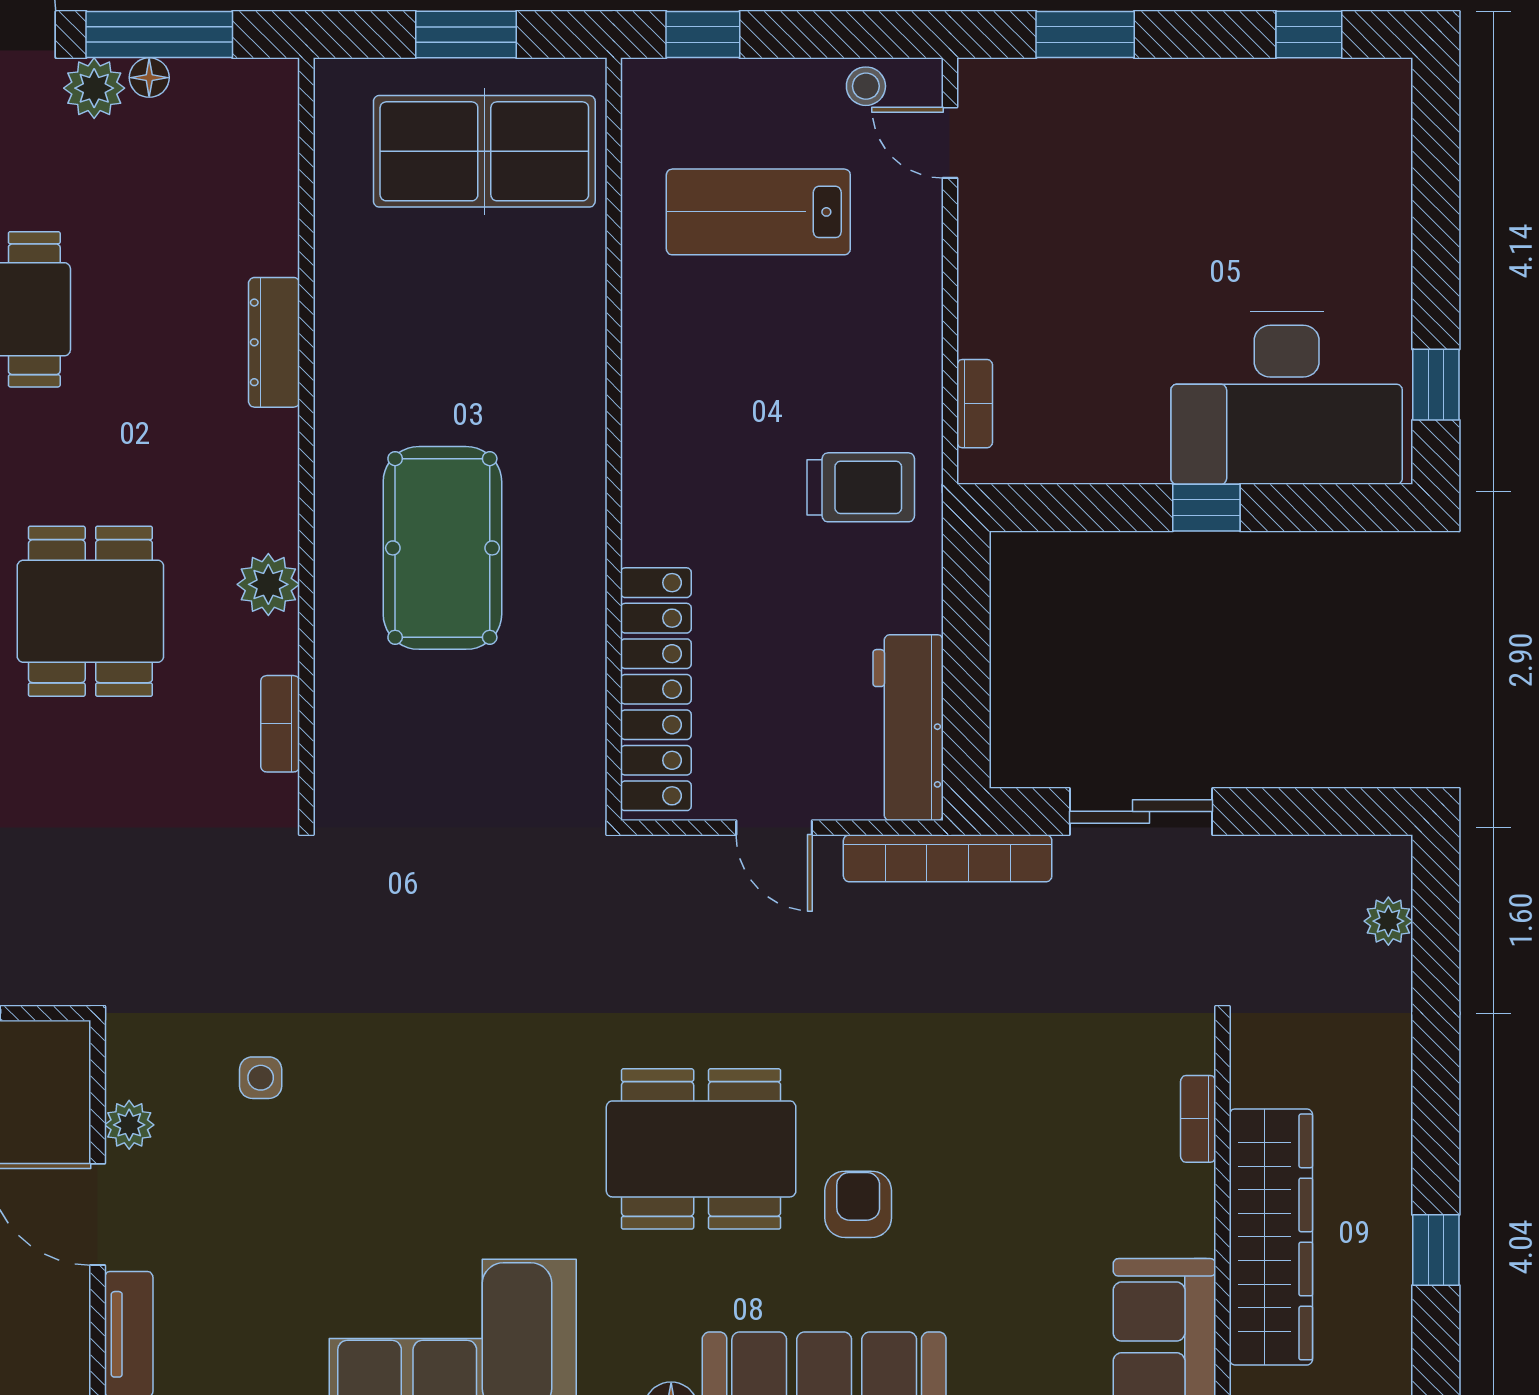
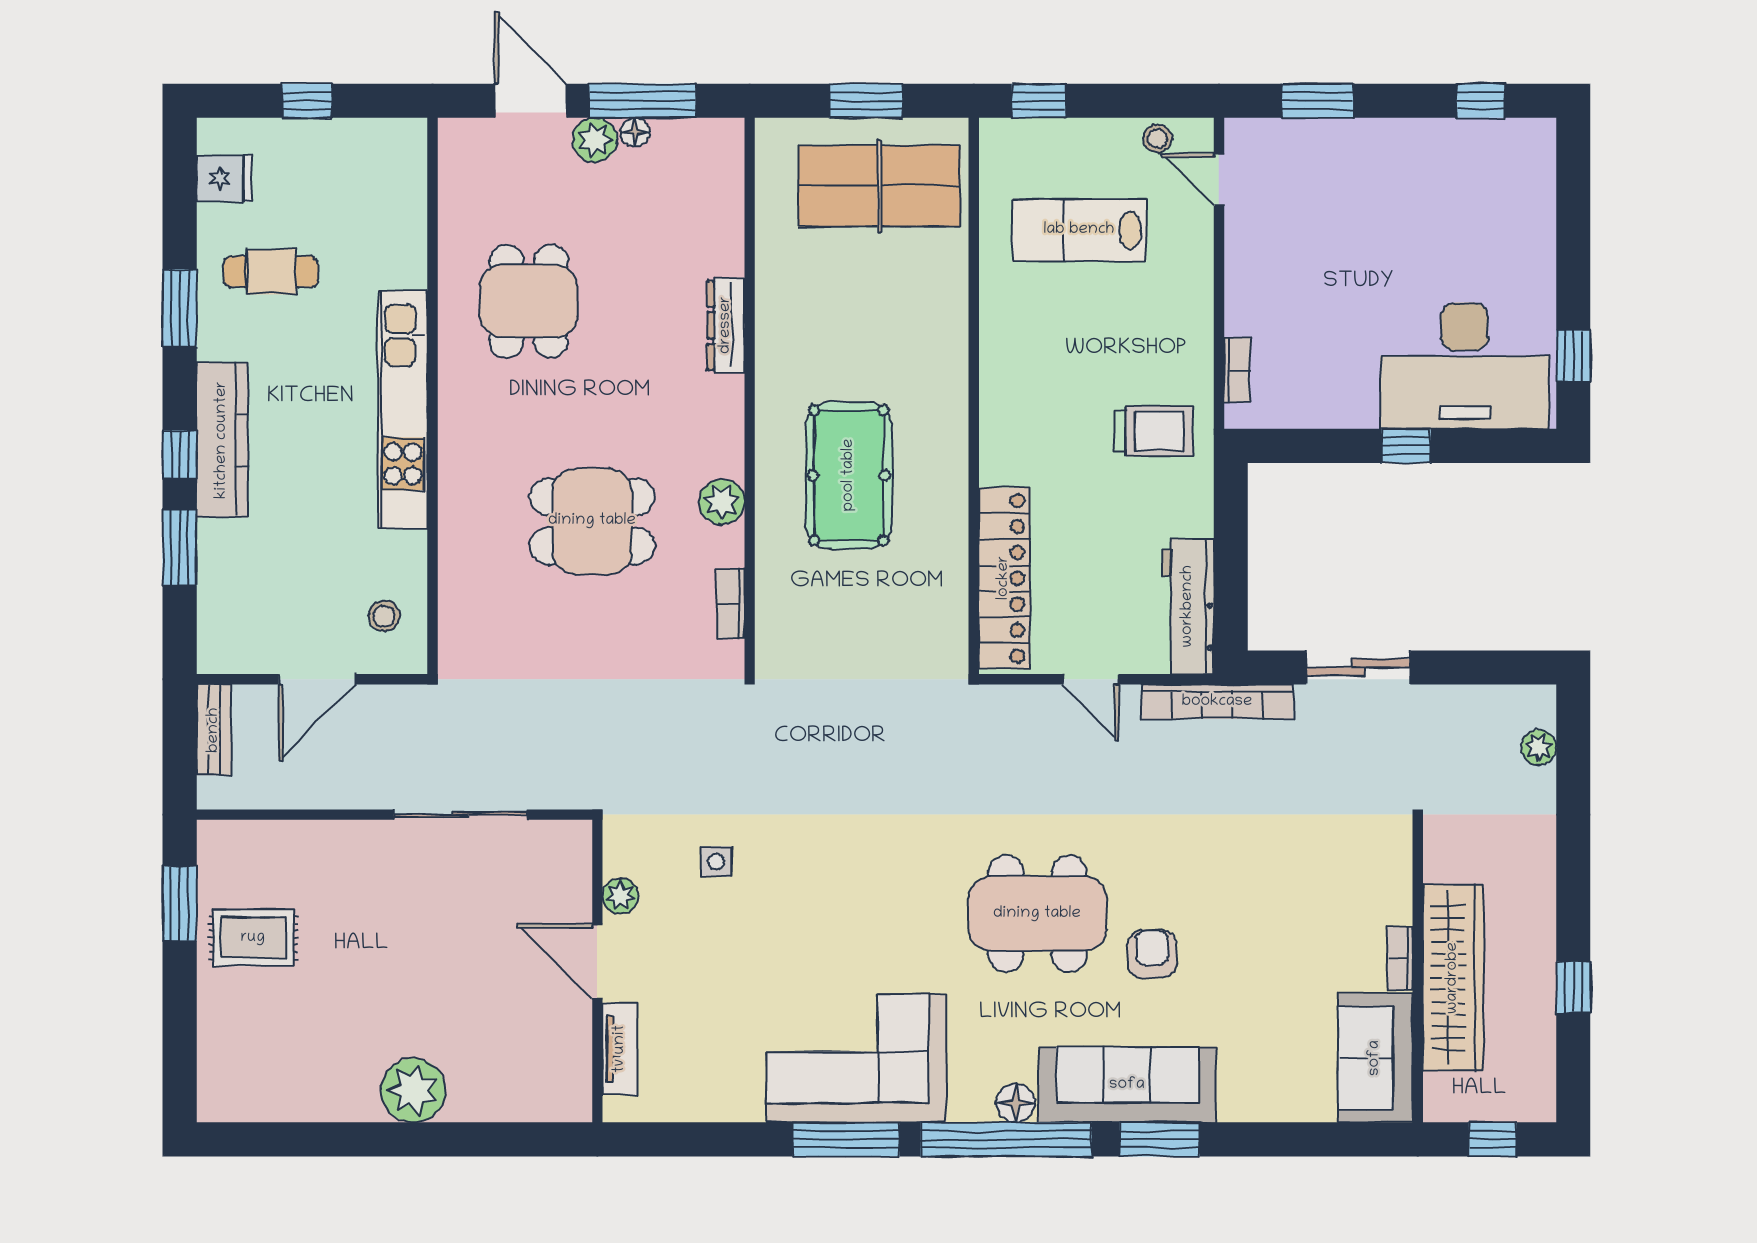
dining table: (90, 611) -> (592, 521), turned 90
bookcase: (1198, 1119) -> (1400, 958), moved

